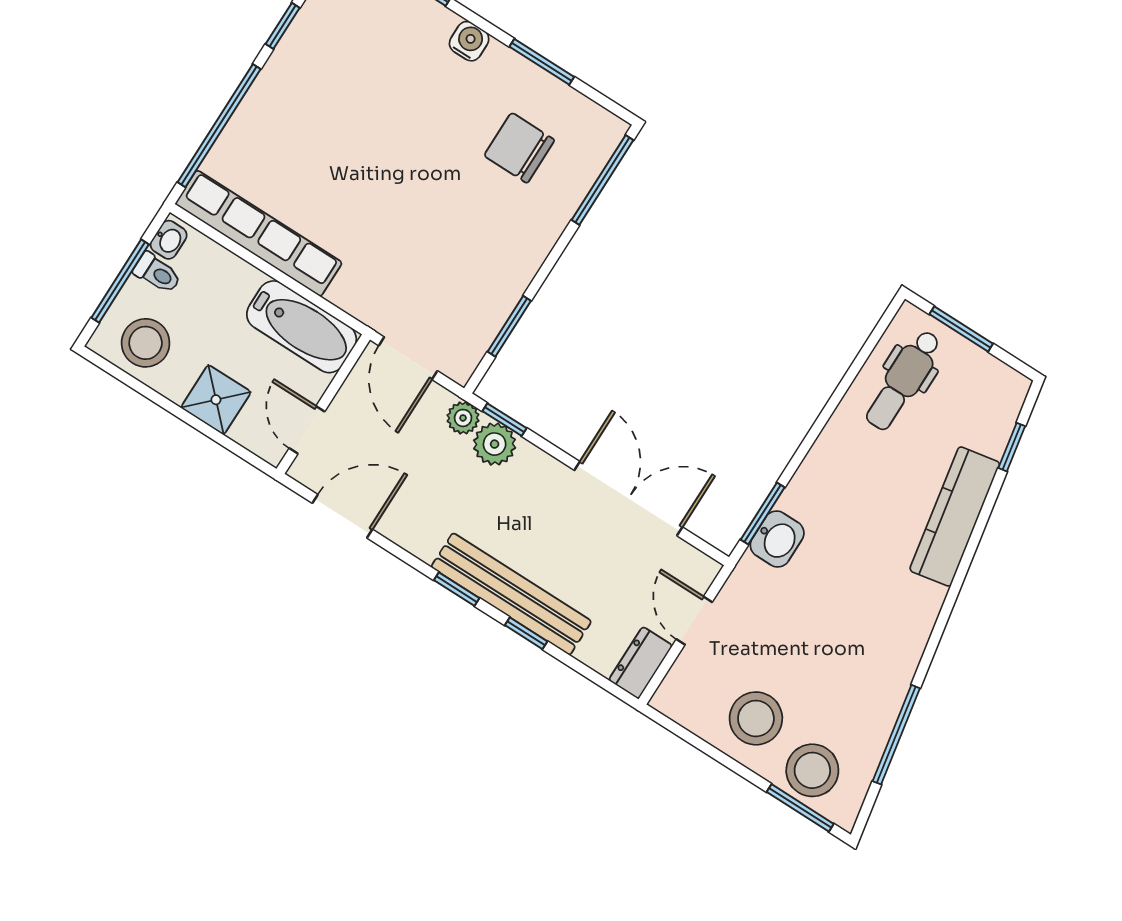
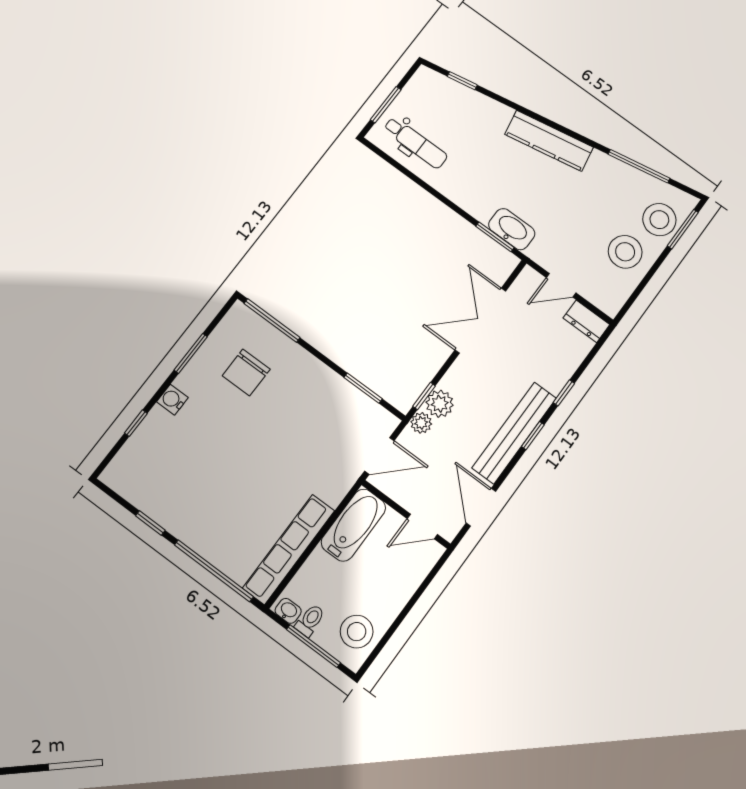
shower: (216, 400) -> (398, 586), removed
kitchen counter: (955, 517) -> (549, 141), moved
washbasin: (777, 539) -> (512, 229), width x1.38
bench: (511, 594) -> (514, 433), moved

